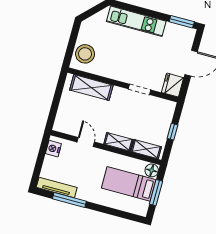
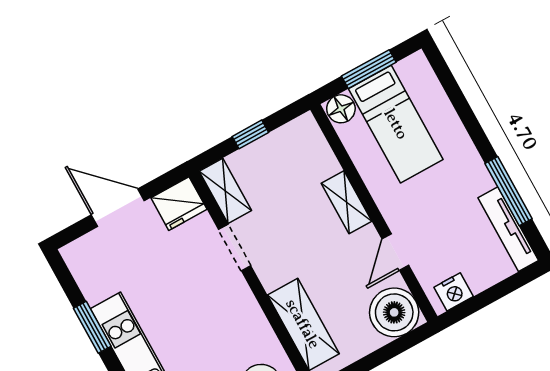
window: (182, 22) -> (92, 327), moved
boiler: (66, 122) -> (394, 312), added
shelving: (146, 149) -> (225, 191), moved

